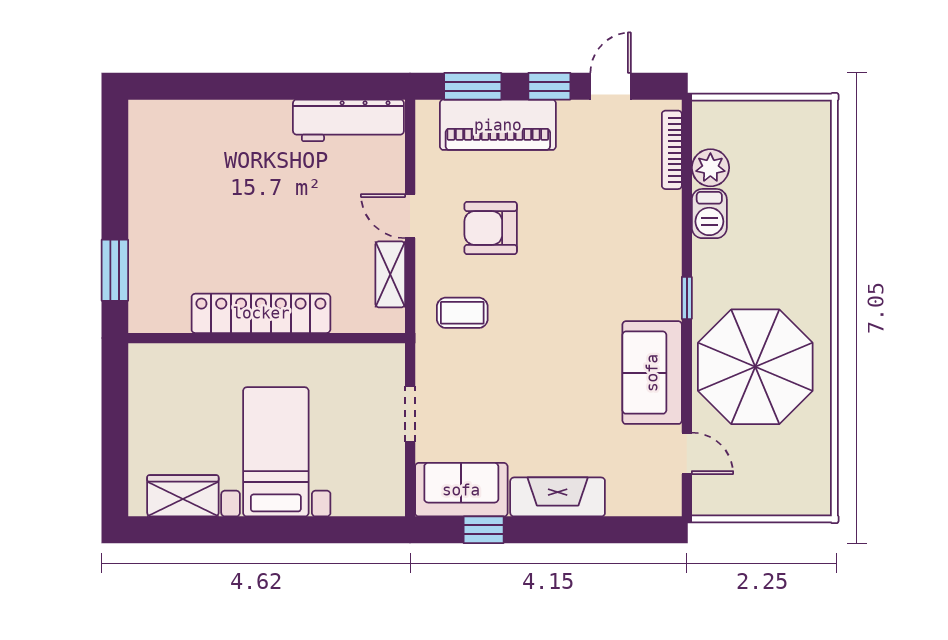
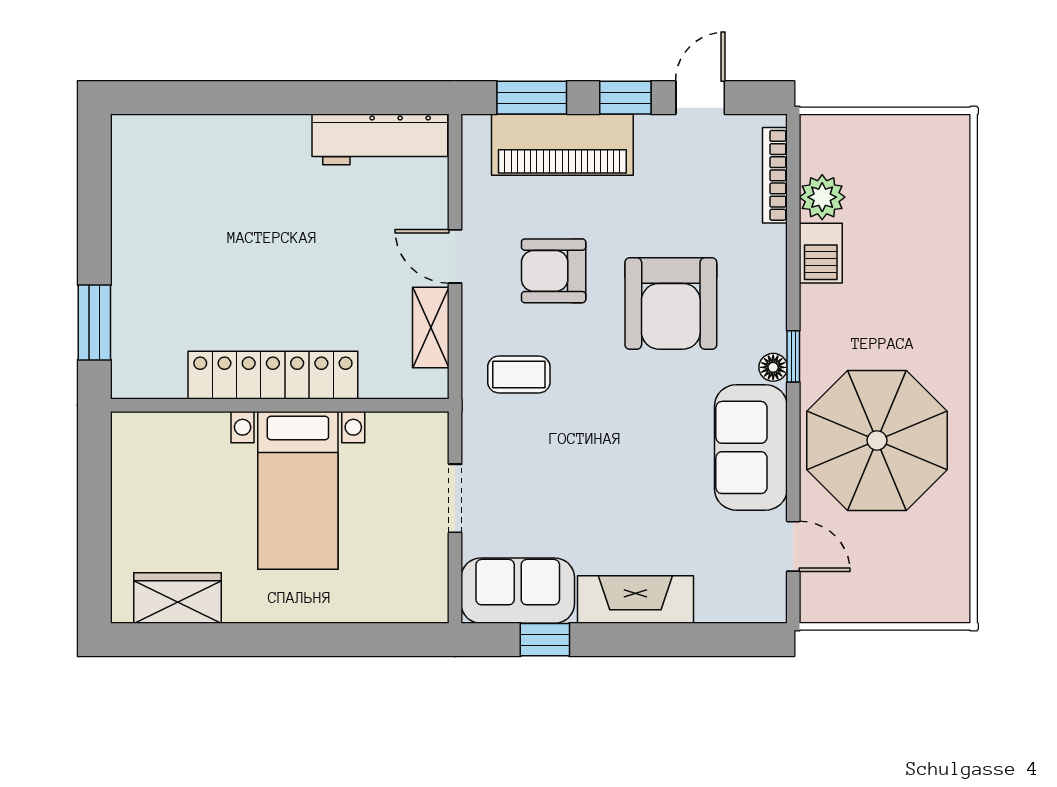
armchair: (587, 255) -> (671, 303), added
floor lamp: (670, 307) -> (773, 367), added
bed with nightstands: (276, 452) -> (298, 490), moved, turned 180

